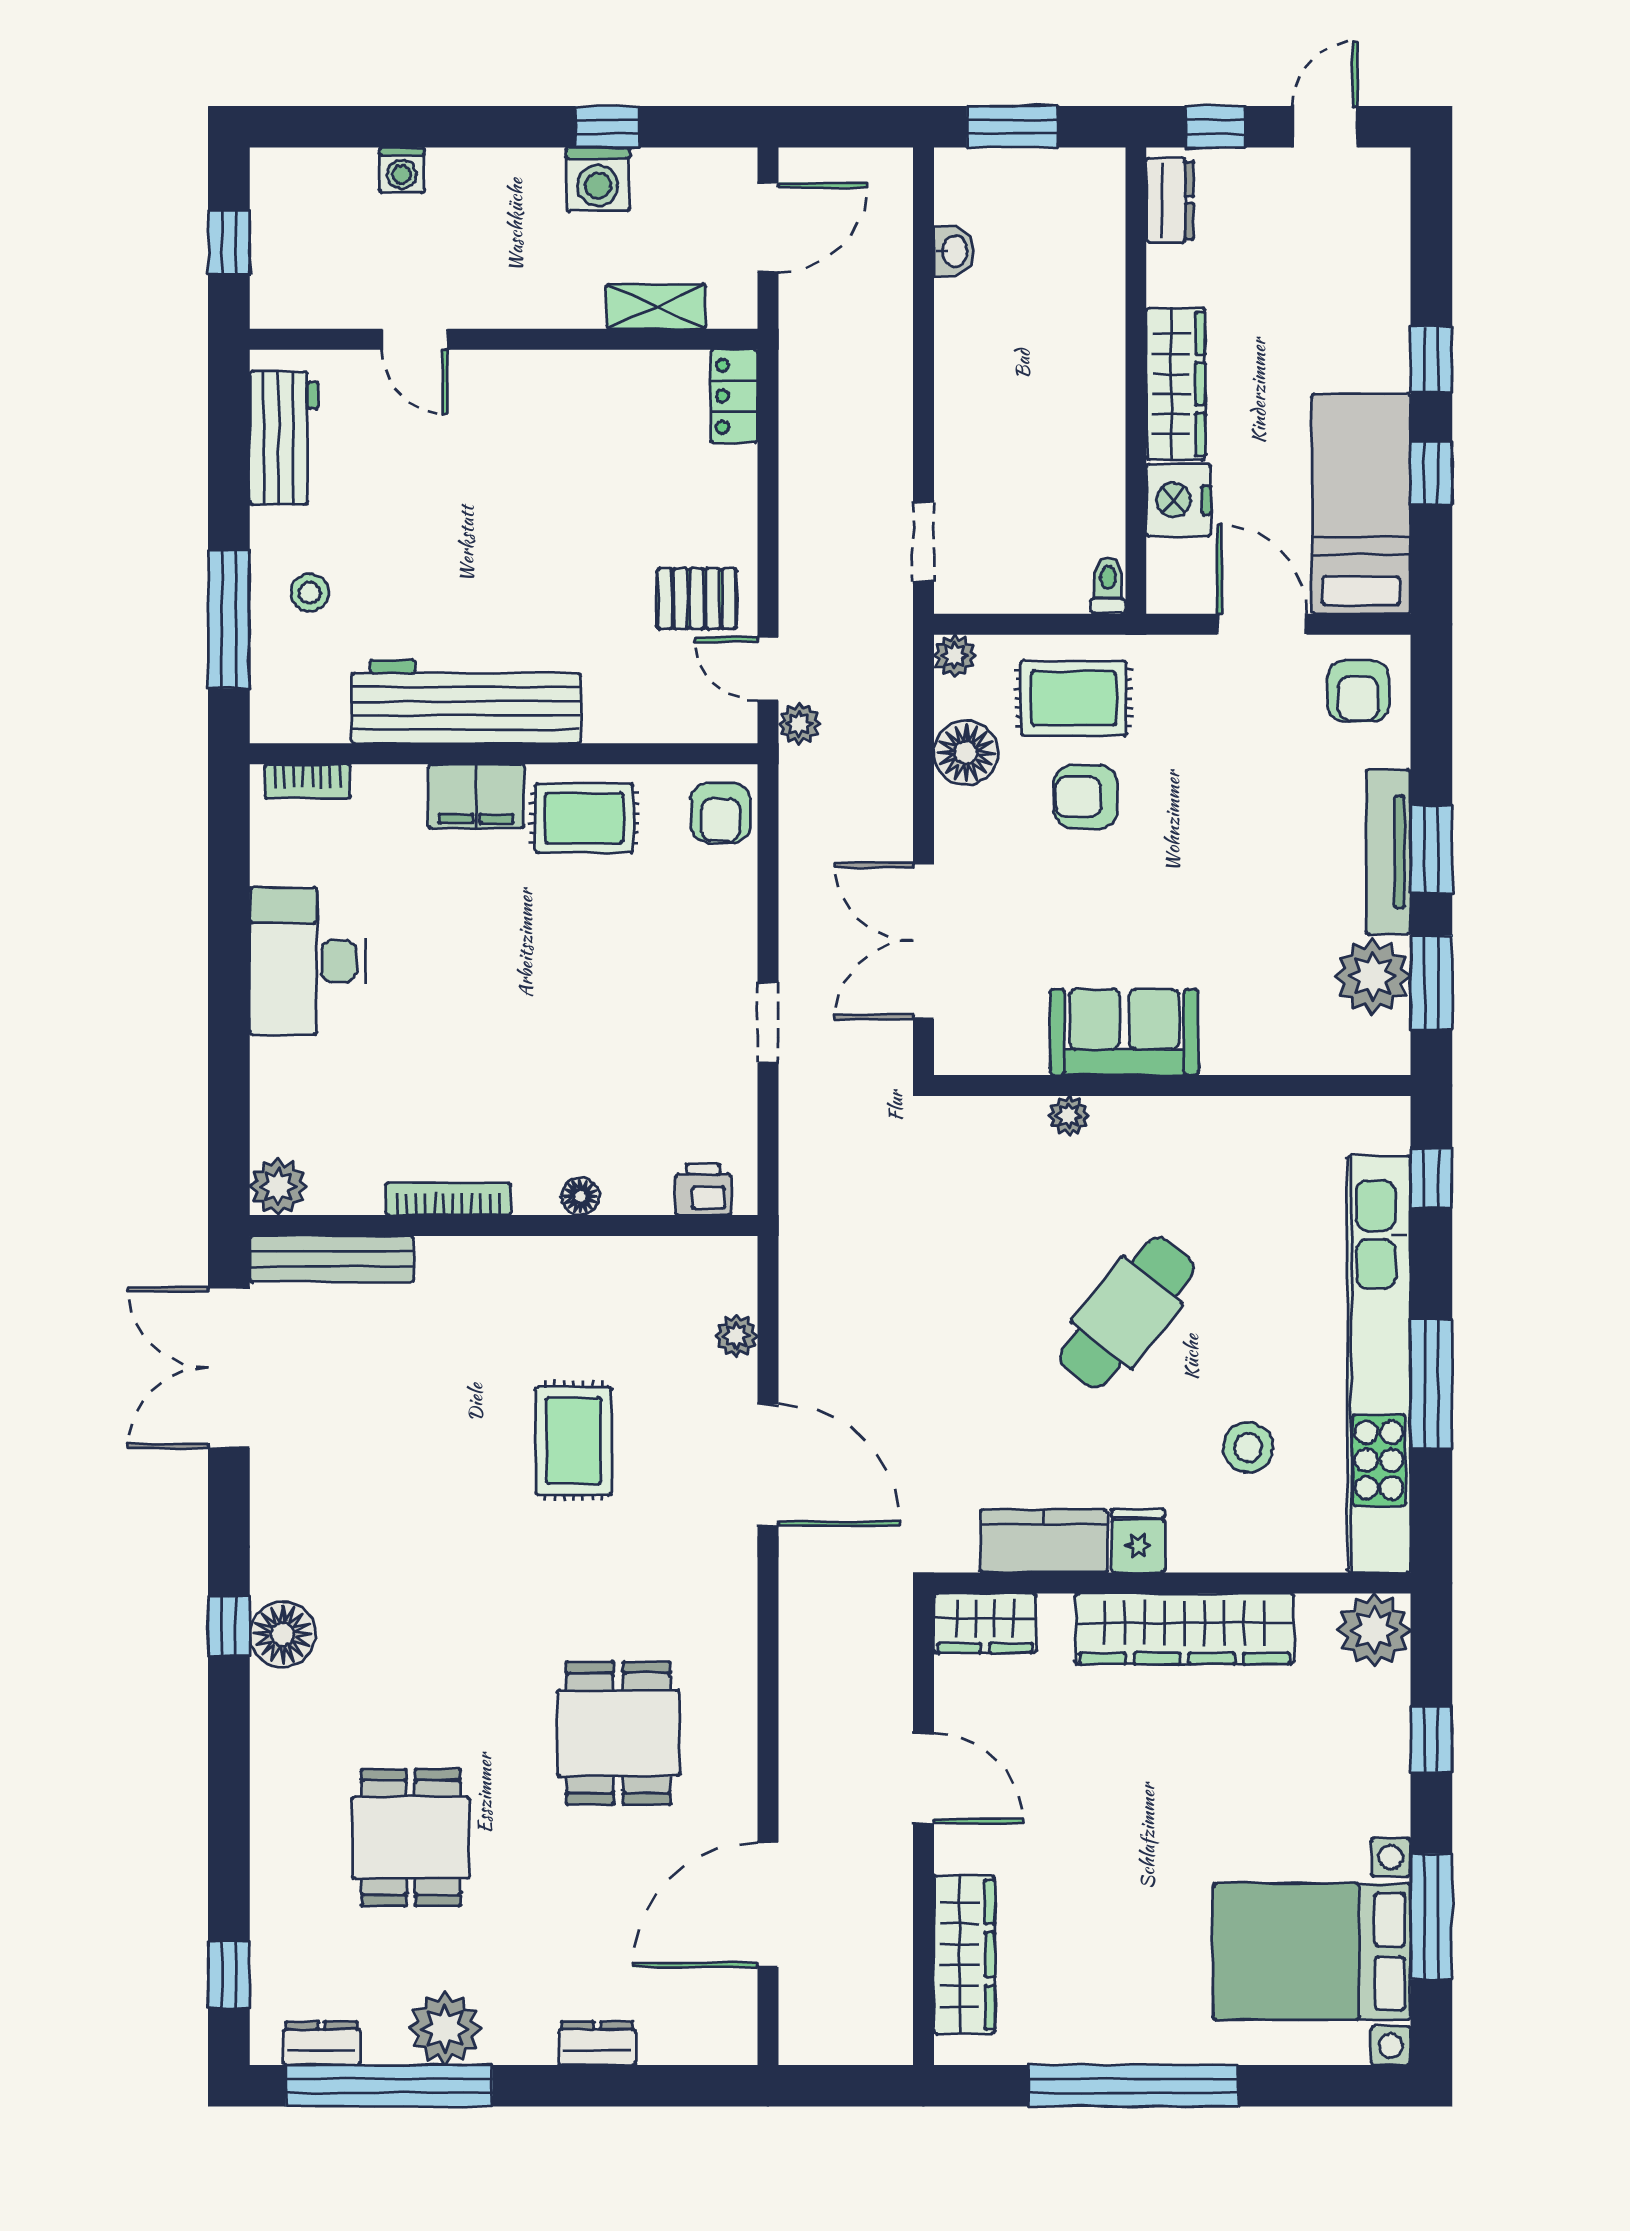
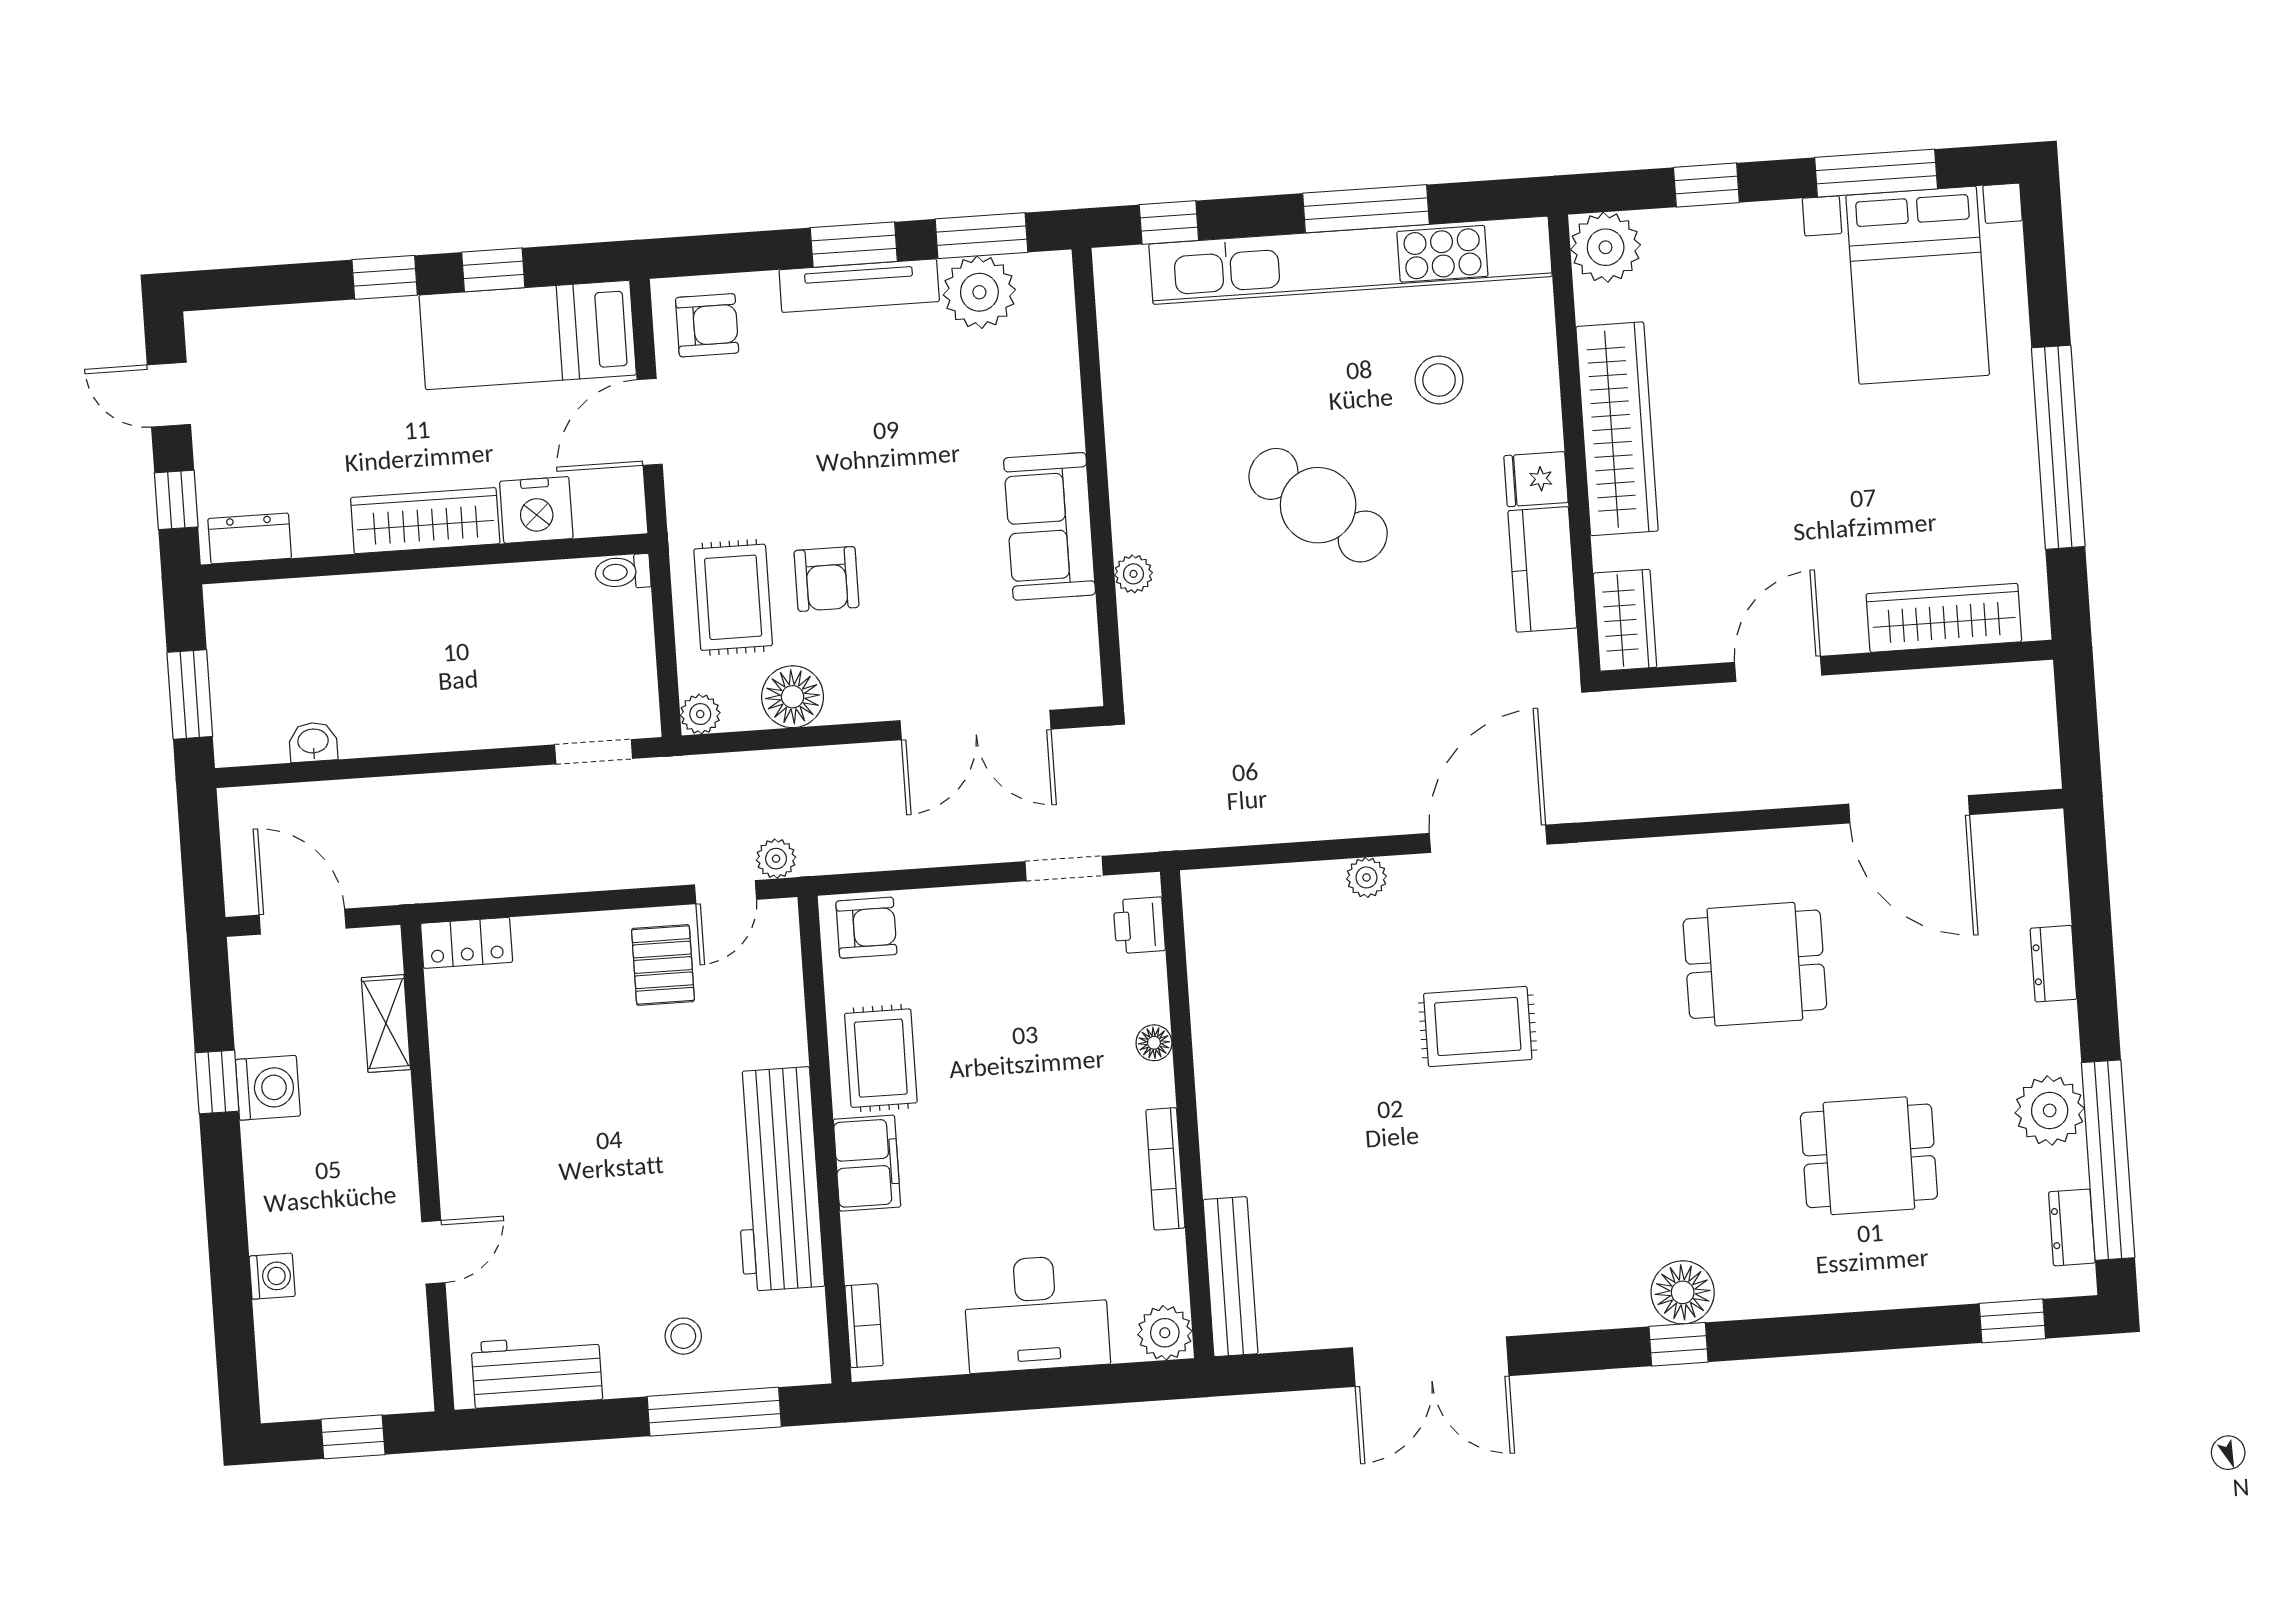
plant: (278, 1187) -> (1165, 1333), moved
printer: (703, 1190) -> (1139, 925), moved
floor lamp: (580, 1196) -> (1154, 1043), moved
bookcase: (448, 1199) -> (1165, 1169), moved
wall: (504, 1225) -> (1187, 1114), moved
bench: (332, 1259) -> (1230, 1277), moved

